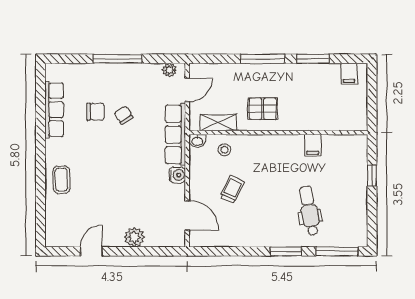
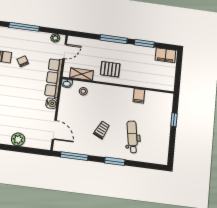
filing cabinet: (349, 74) -> (165, 55), width x2.00
trolley: (232, 189) -> (102, 130), moved
window: (337, 251) -> (74, 156), moved

